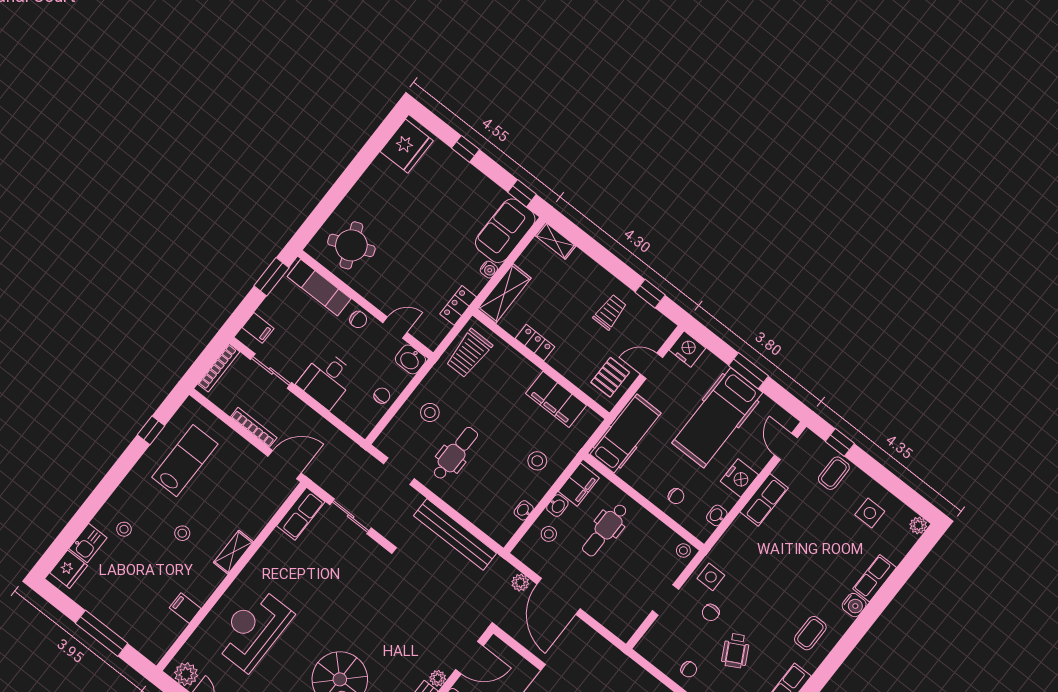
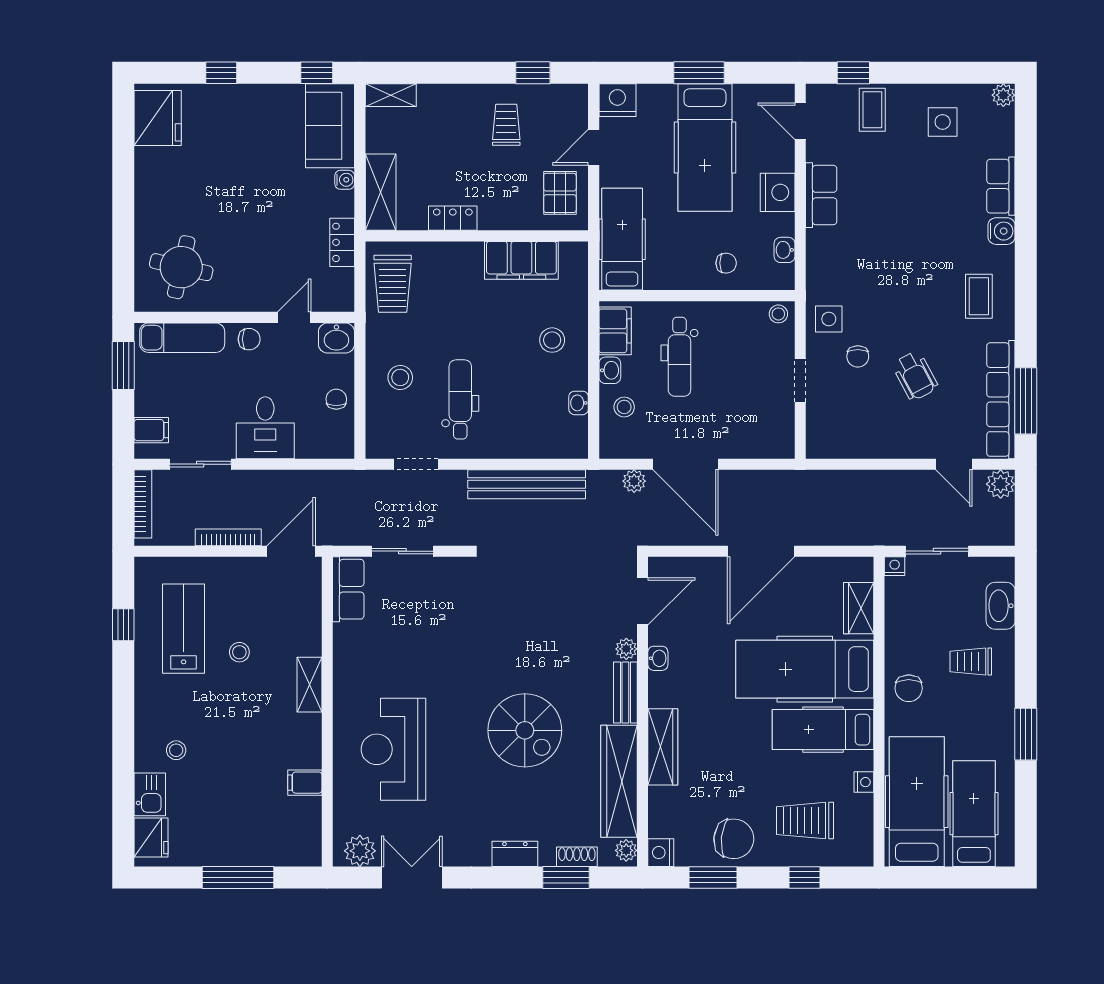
round table: (351, 245) -> (181, 267), turned 35
stool: (182, 533) -> (239, 652), moved
chair: (689, 669) -> (881, 434), removed

